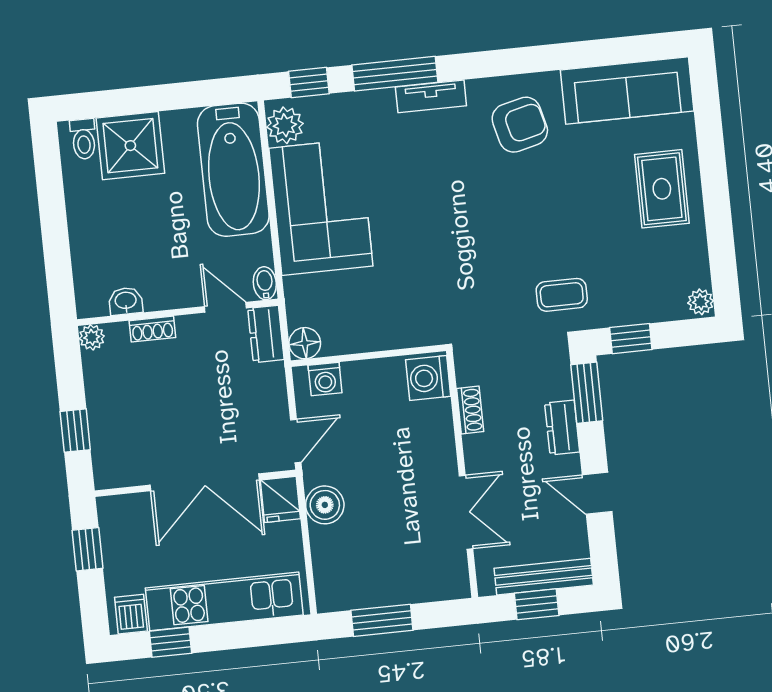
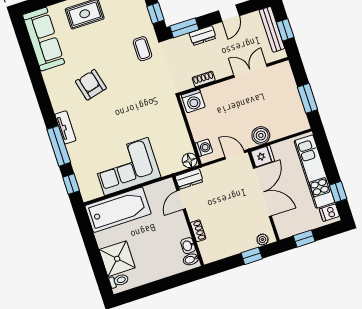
plant: (285, 125) -> (93, 191), removed
armchair: (520, 125) -> (91, 85), moved
bidet: (265, 283) -> (191, 259), moved
plant: (92, 337) -> (262, 240), moved

